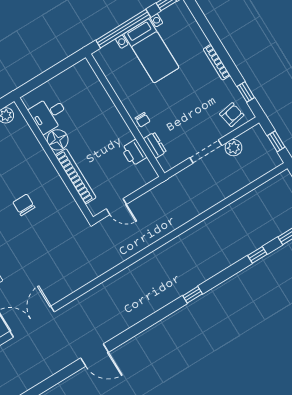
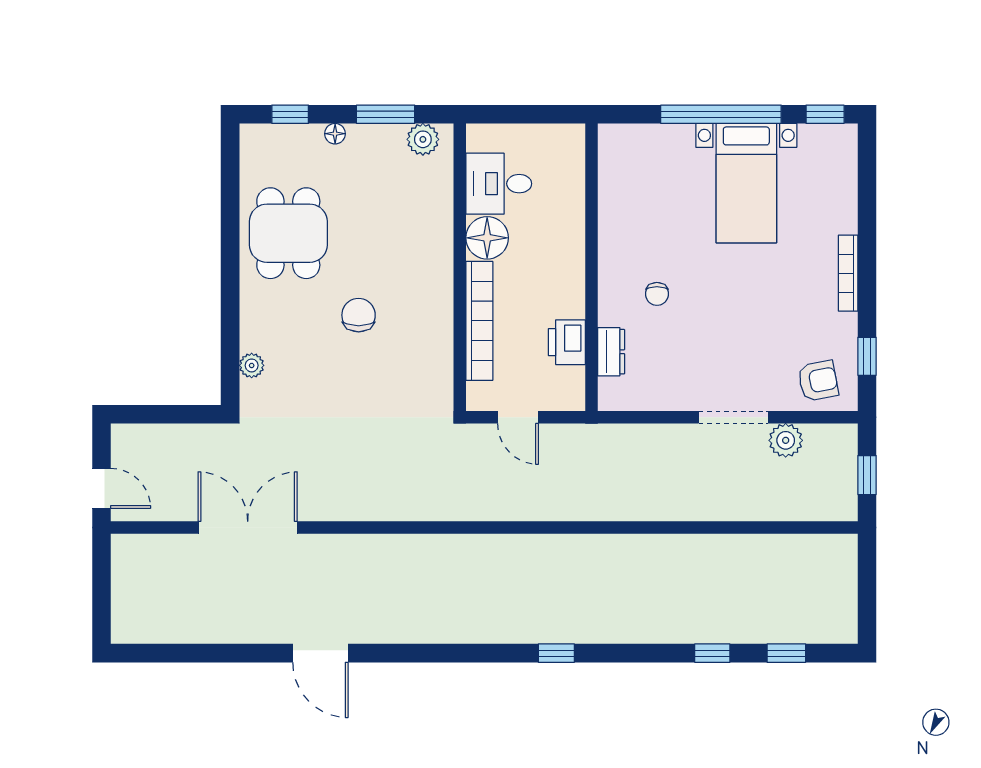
wall: (125, 115) -> (591, 267), moved
dresser: (155, 145) -> (611, 352), moved
printer: (134, 153) -> (567, 342), moved

